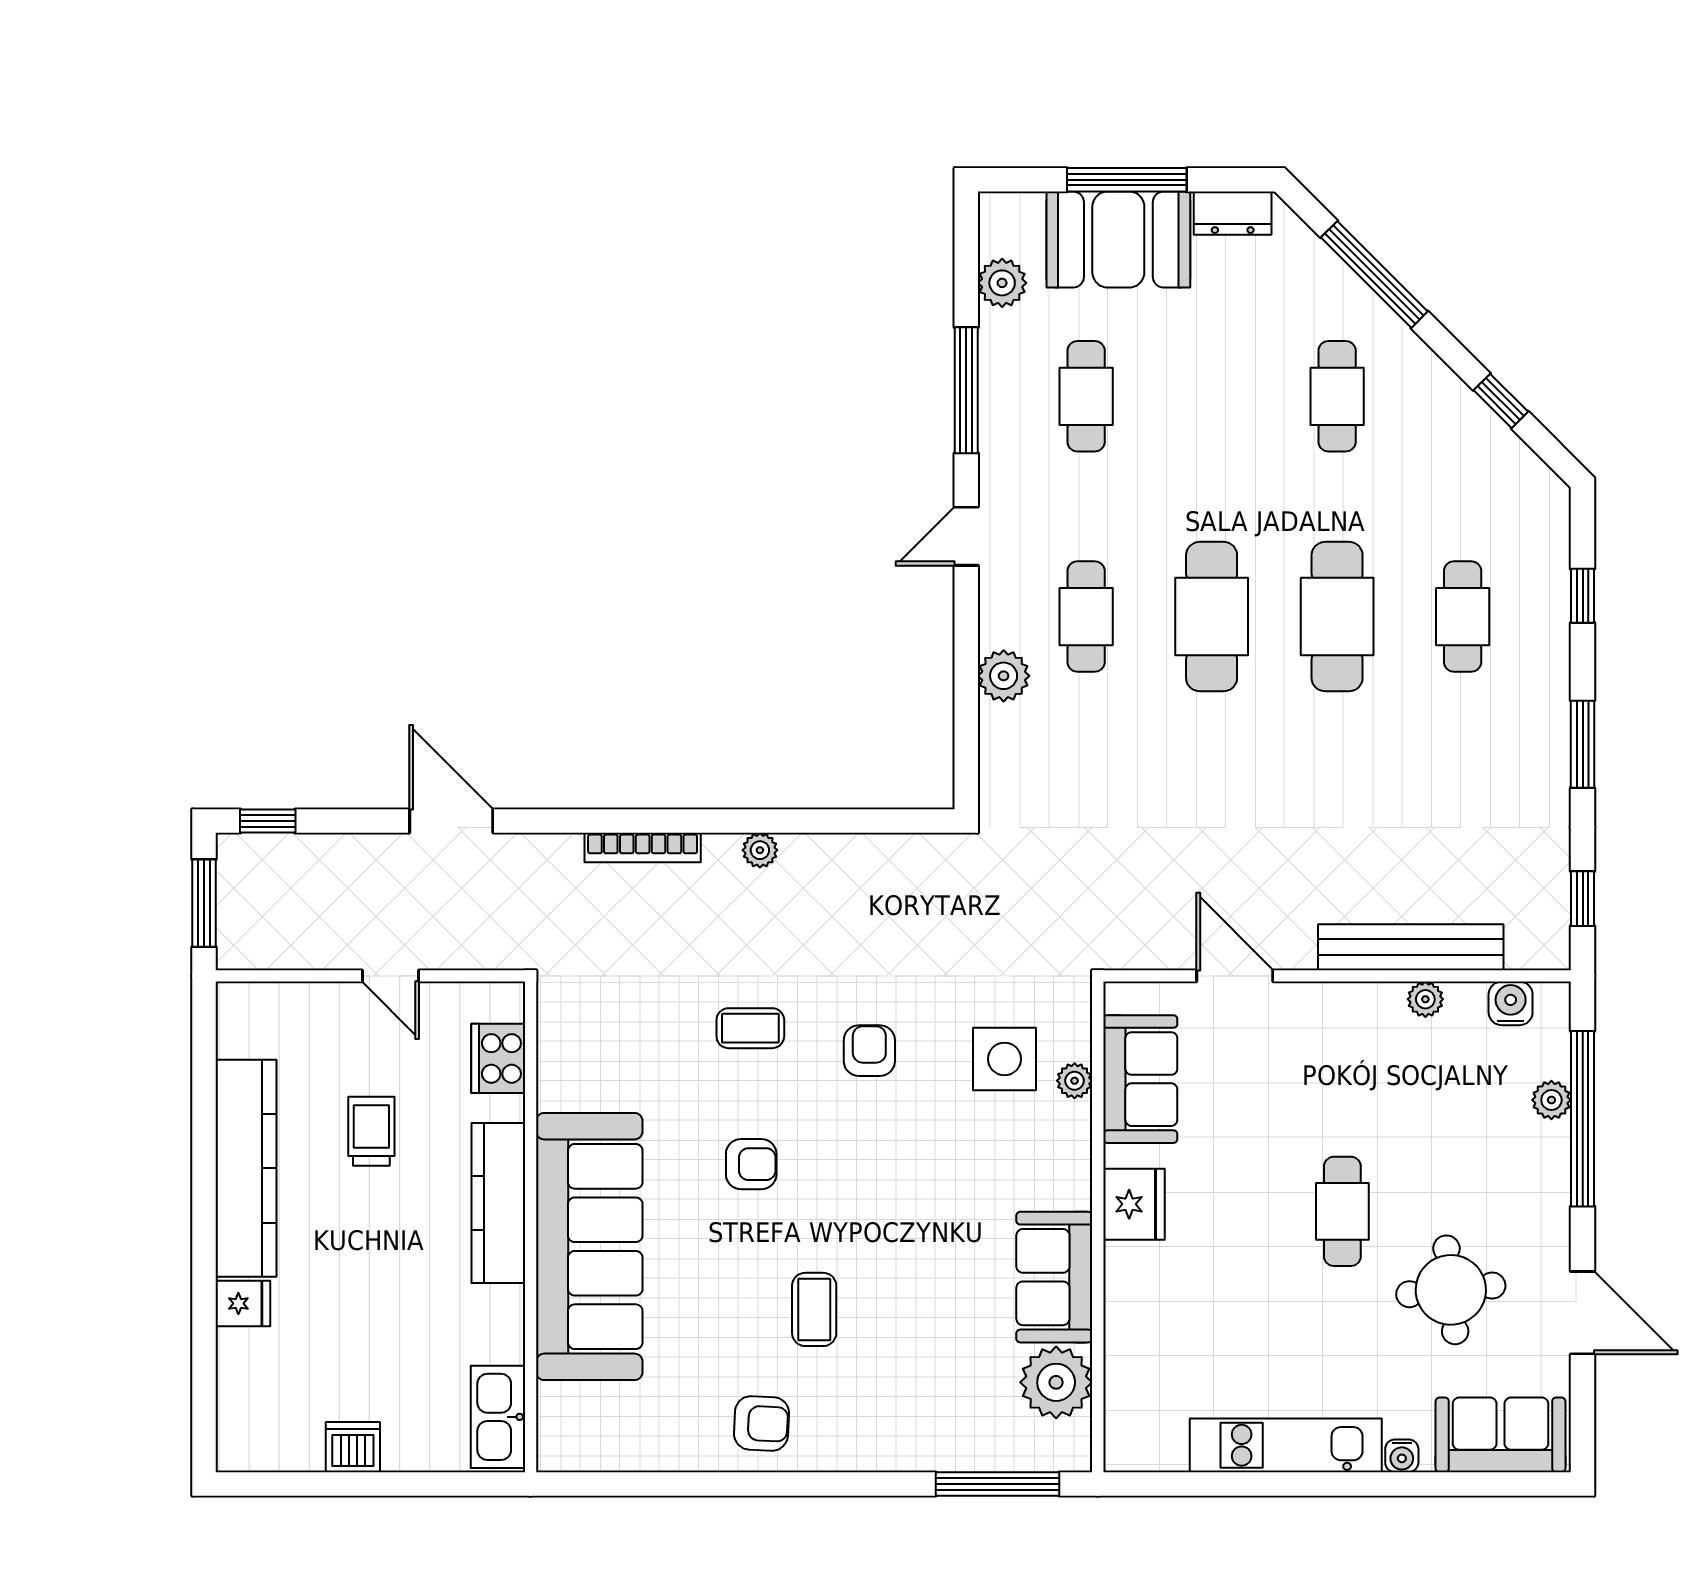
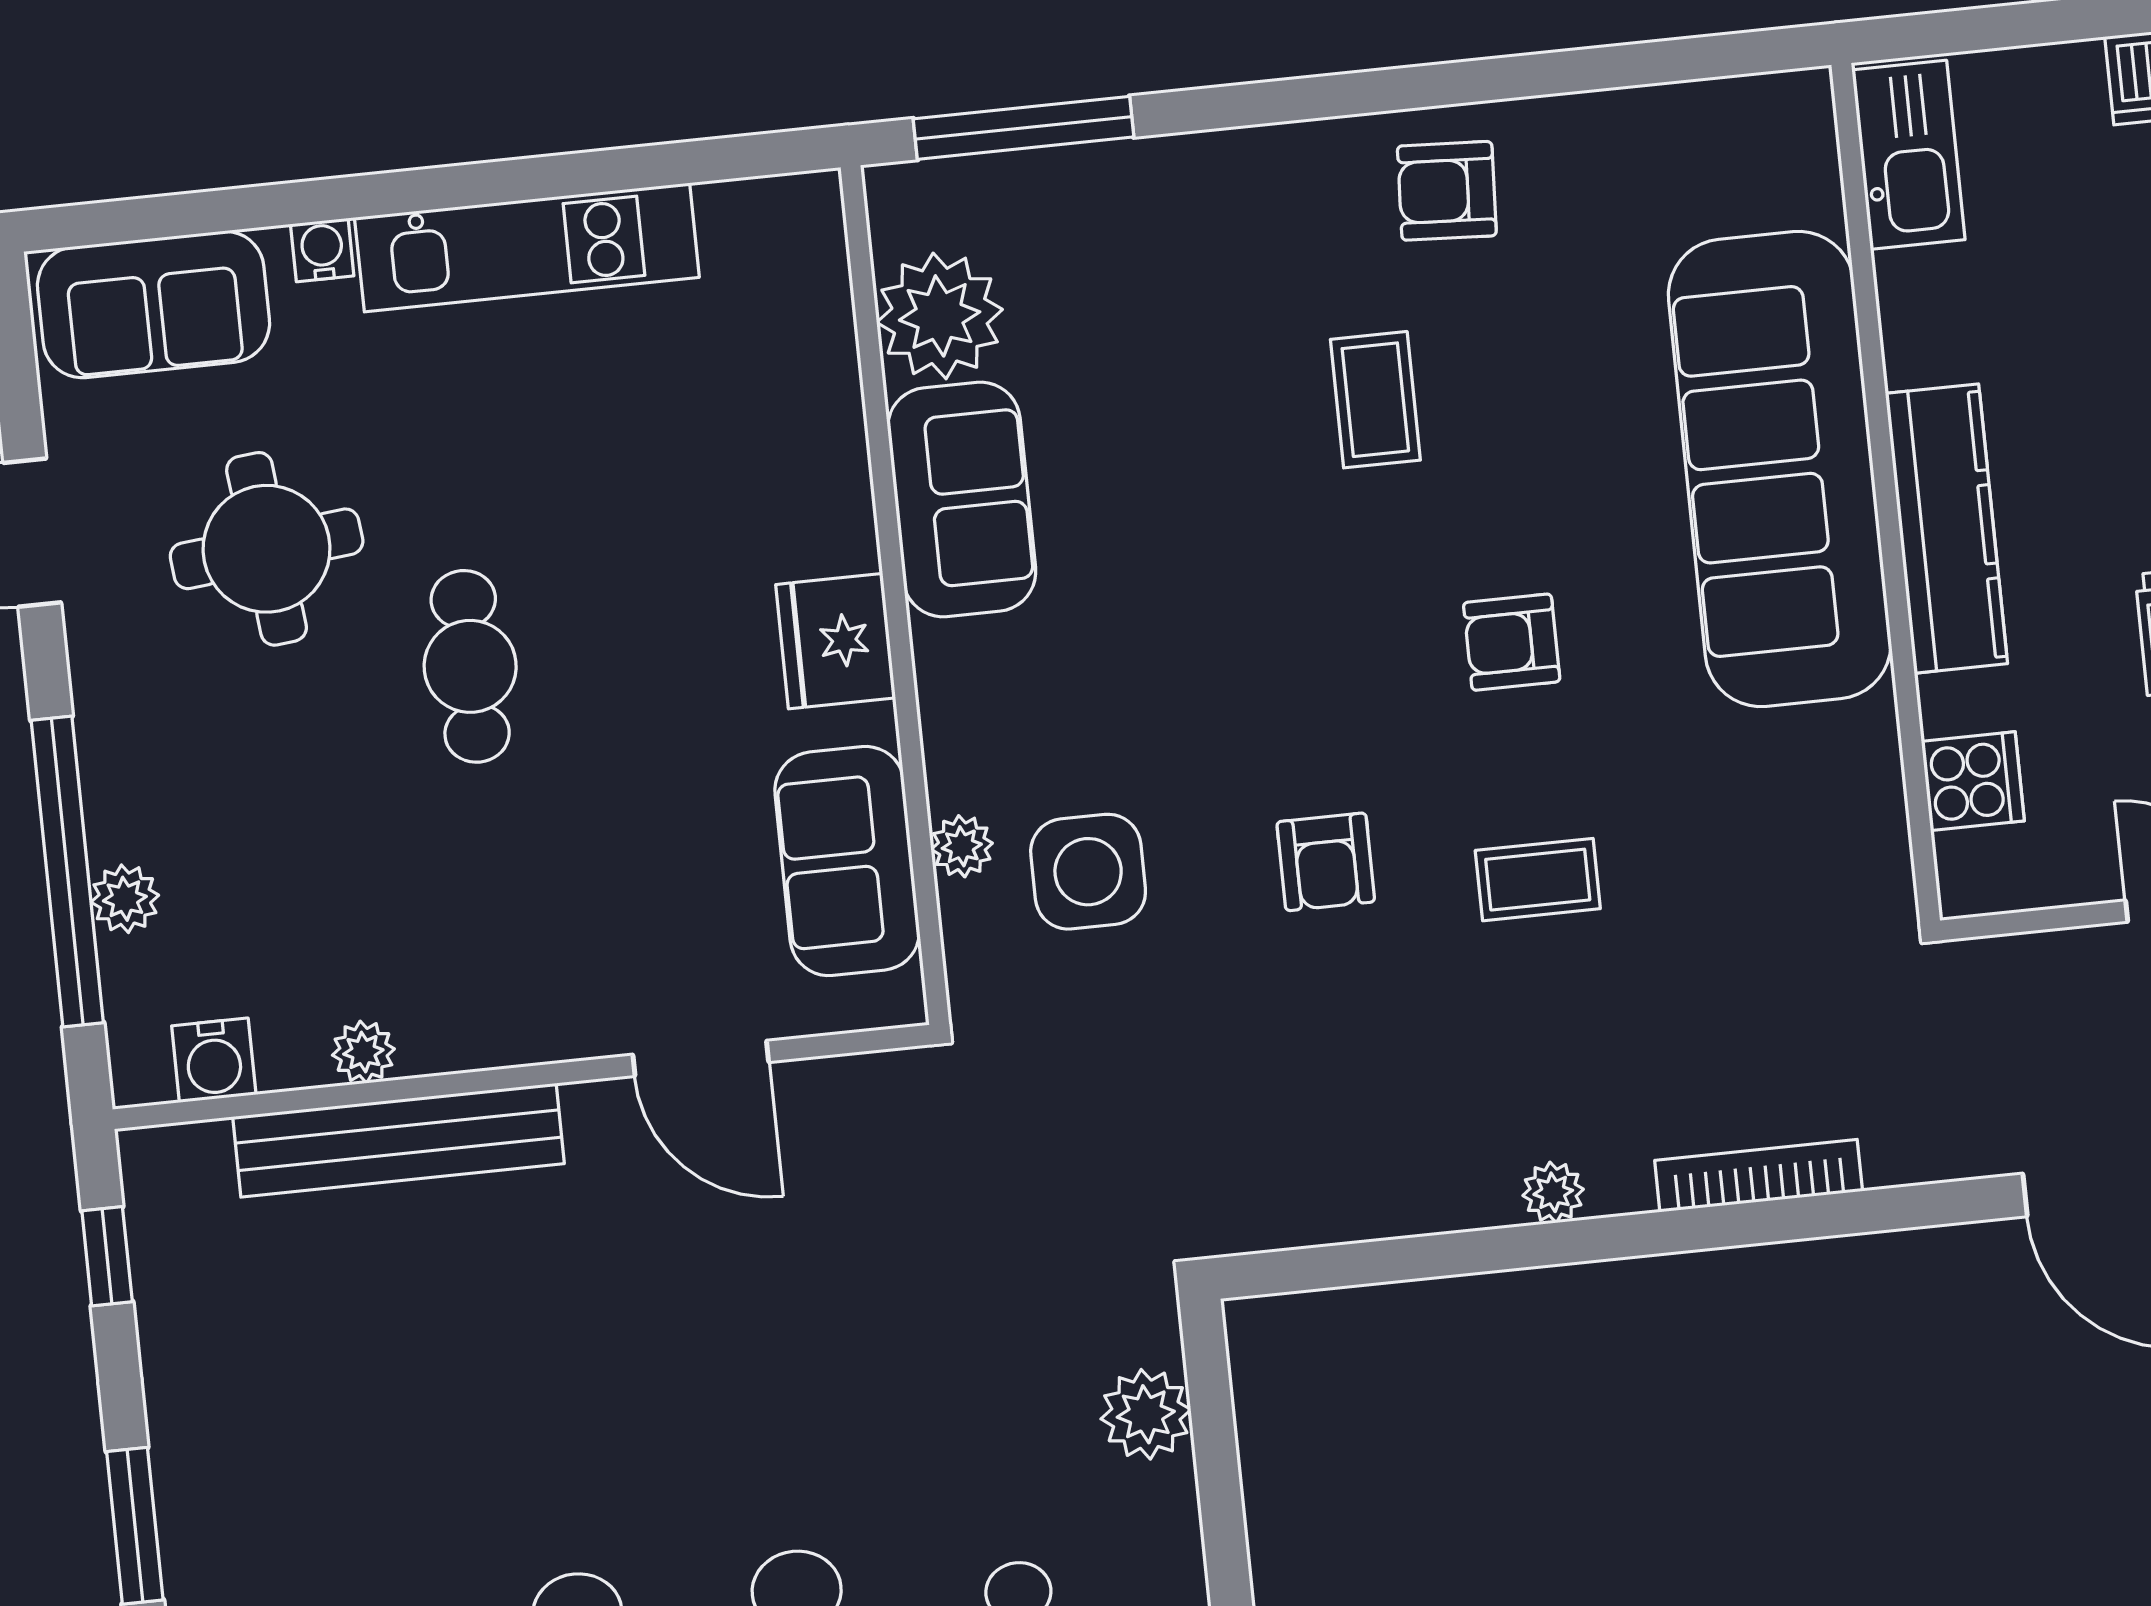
plant: (1004, 676) -> (1146, 1414), moved
cooker: (498, 1058) -> (1973, 781), width x0.73

